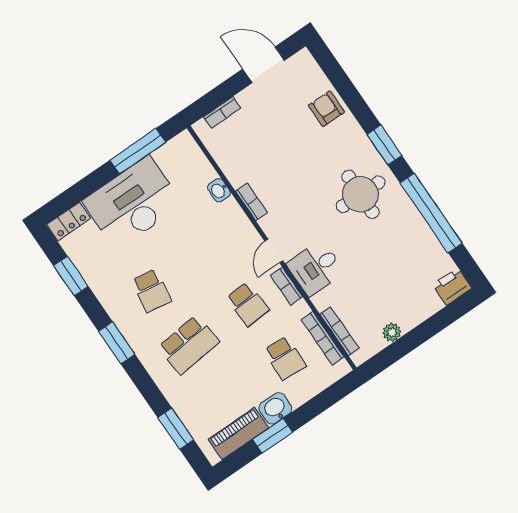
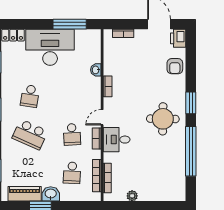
armchair: (326, 109) -> (175, 66), turned 180
printer: (452, 286) -> (178, 38), moved, turned -90
school desk: (189, 345) -> (30, 134), turned 30

